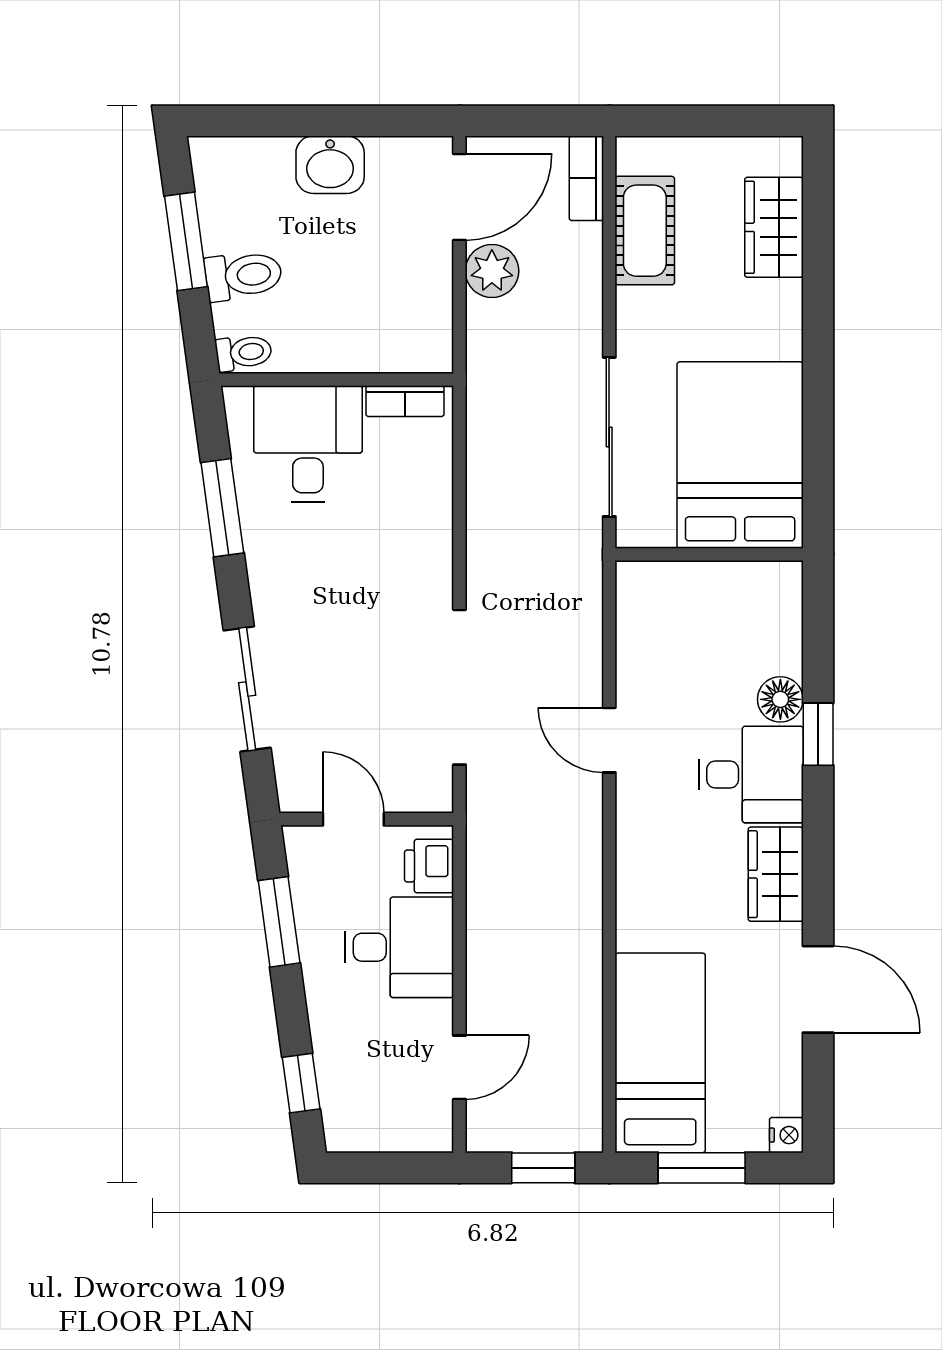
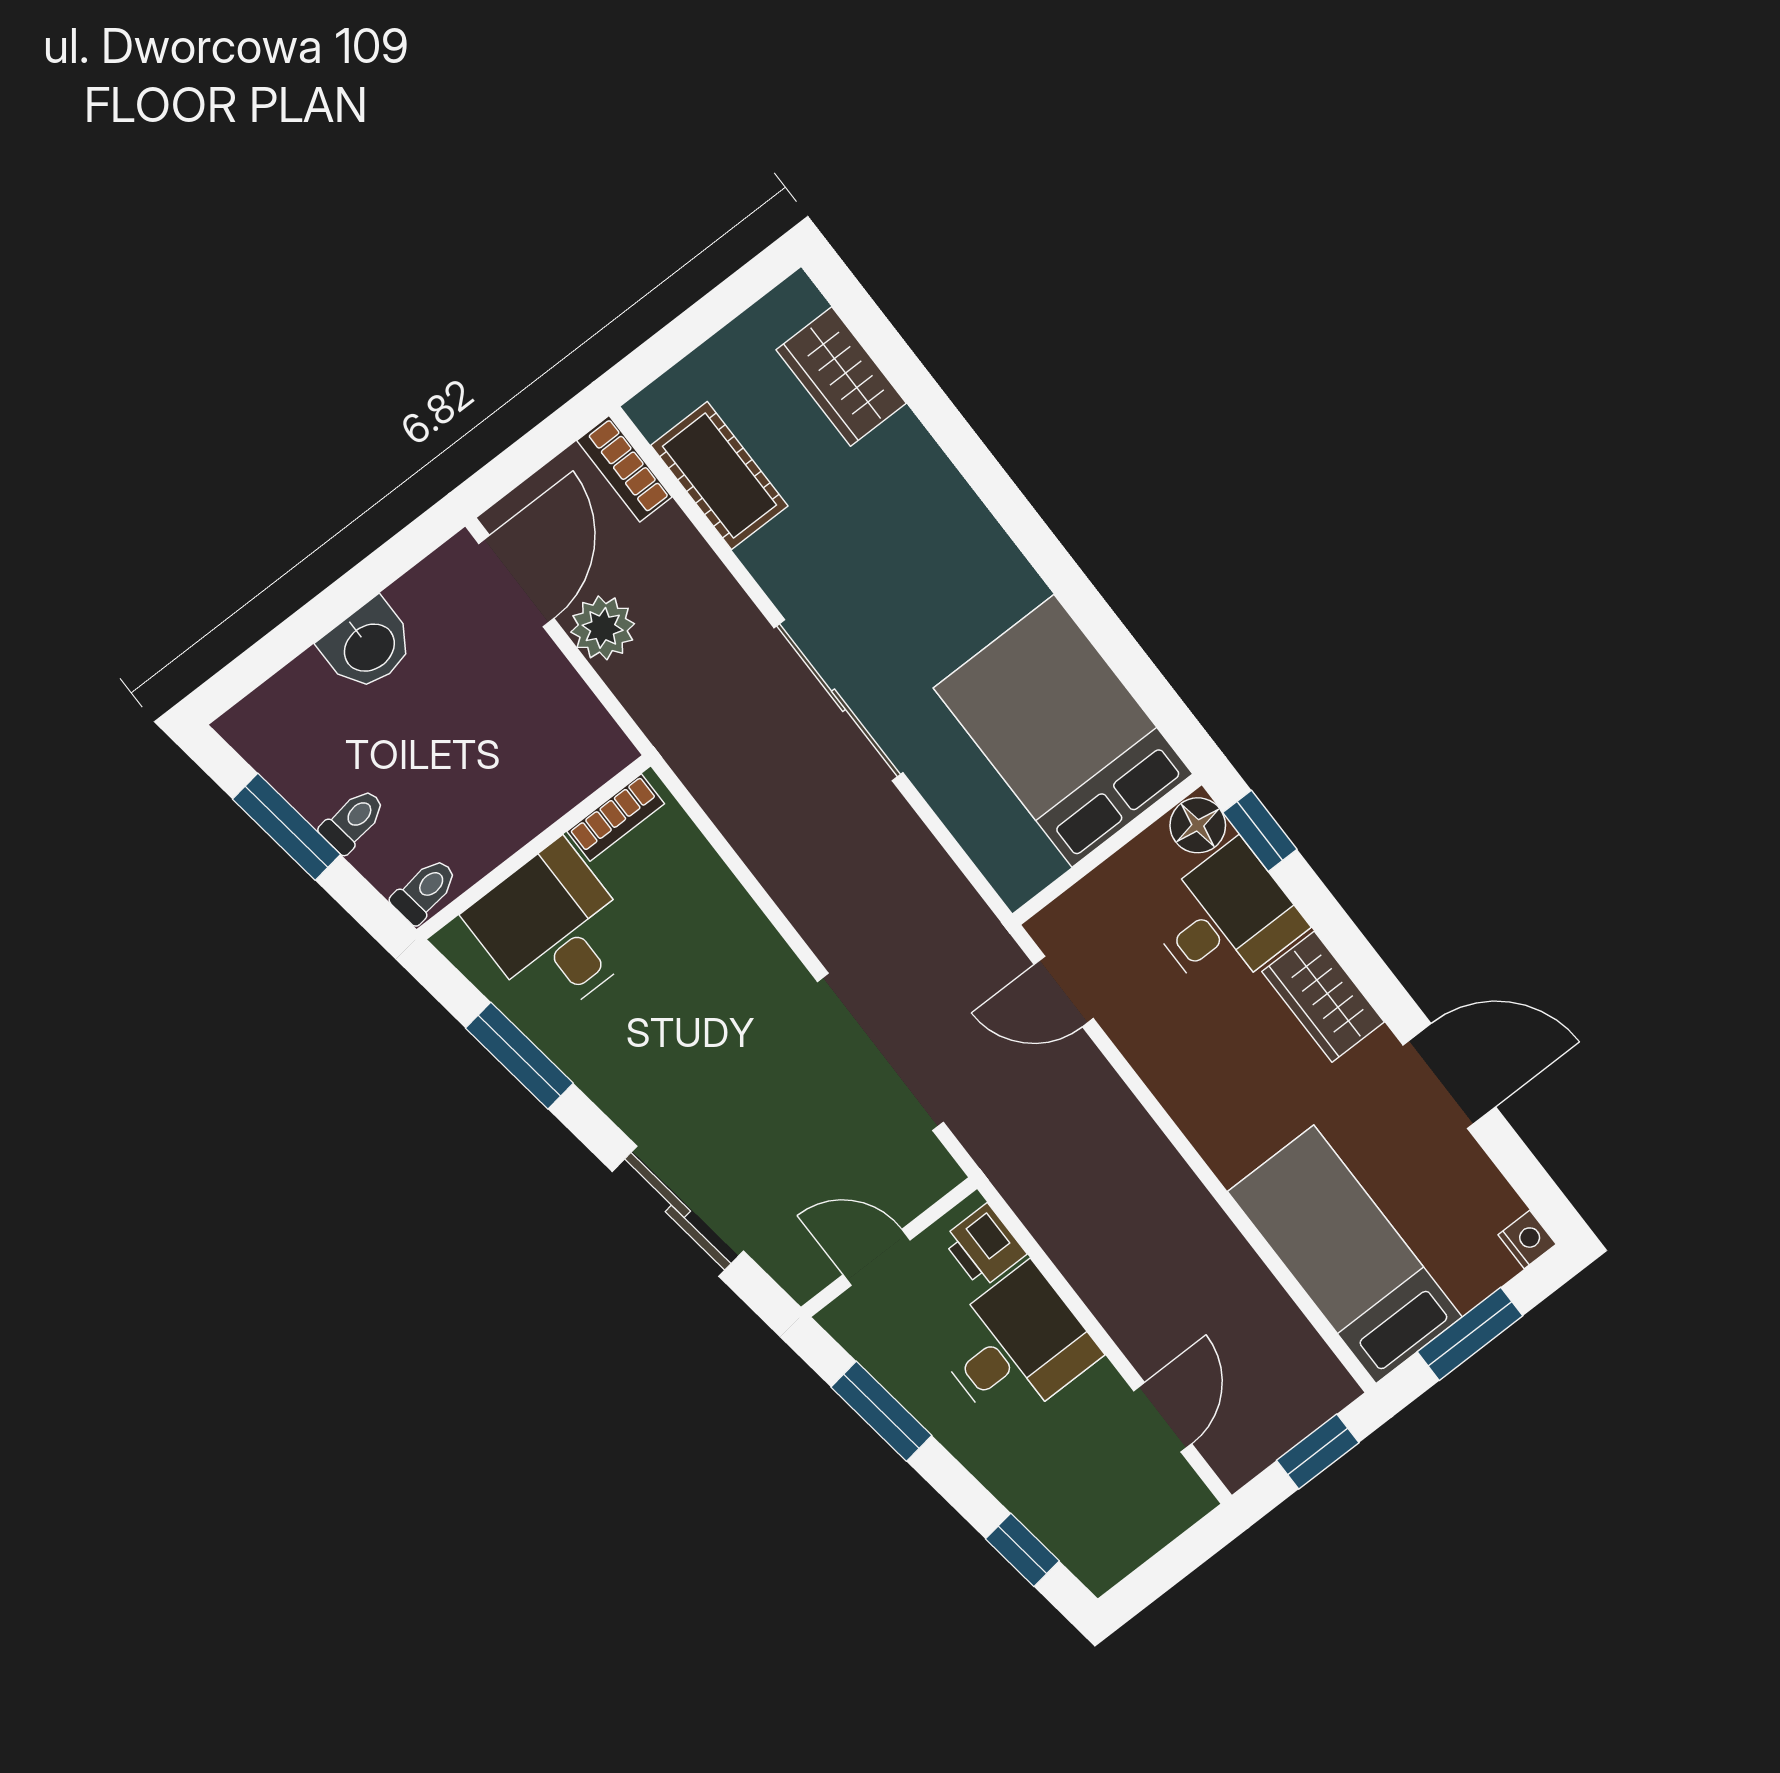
toilet: (243, 276) -> (353, 821), width x0.73, depth x0.72
bed: (740, 455) -> (1063, 731), moved
wall: (709, 554) -> (1107, 849), moved

